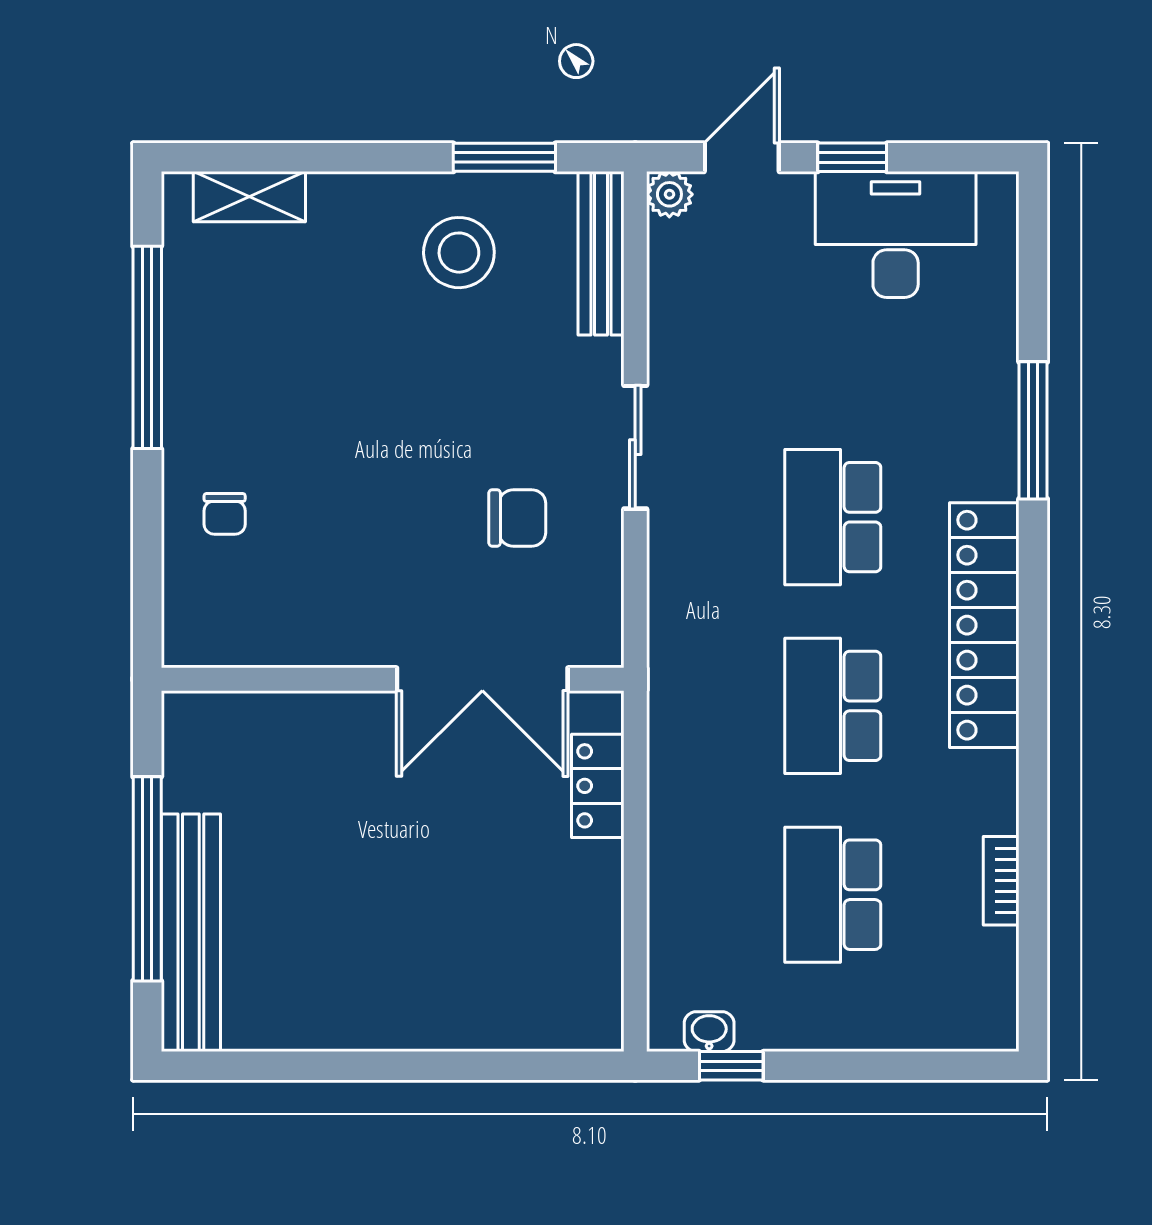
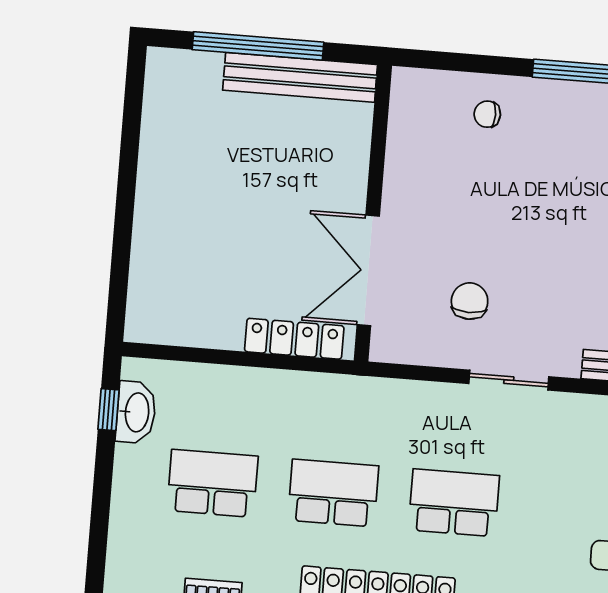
chair: (517, 518) -> (470, 301), turned 180
locker: (598, 786) -> (294, 339), width x1.53
bench: (191, 933) -> (300, 77), moved
washbasin: (709, 1032) -> (136, 412), width x1.91, depth x1.45

